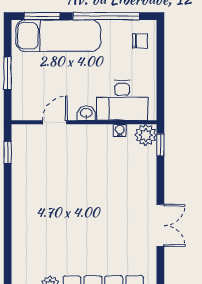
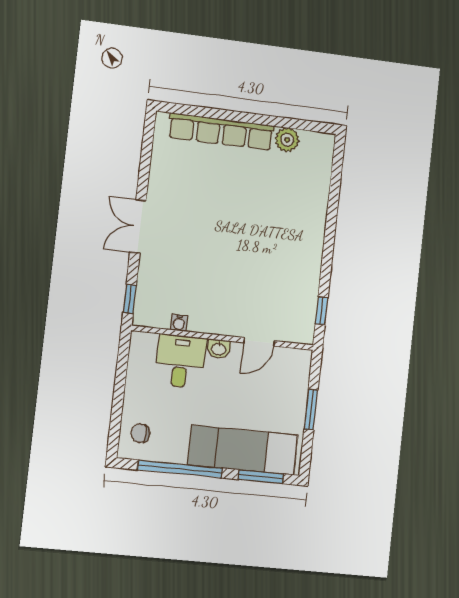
desk: (122, 100) -> (181, 361), width x0.73
plant: (146, 135) -> (147, 313), removed
double door: (160, 225) -> (138, 226), moved

